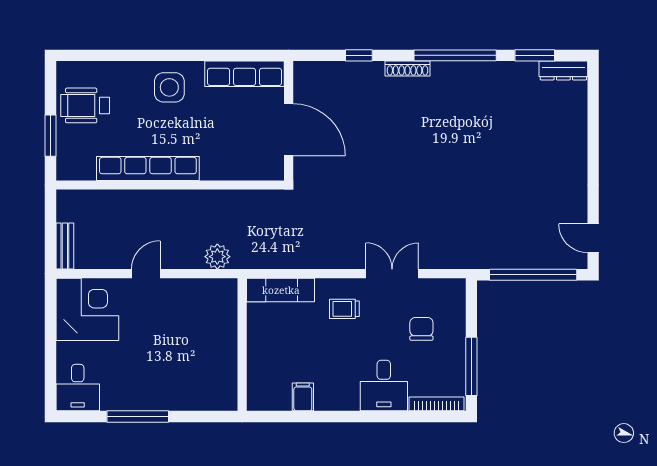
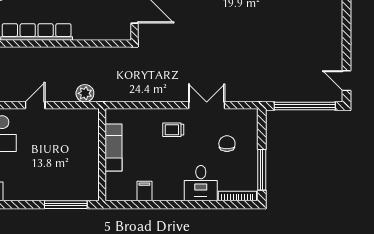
exam couch: (281, 290) -> (114, 147), moved, turned -90
window: (138, 416) -> (66, 205), moved

